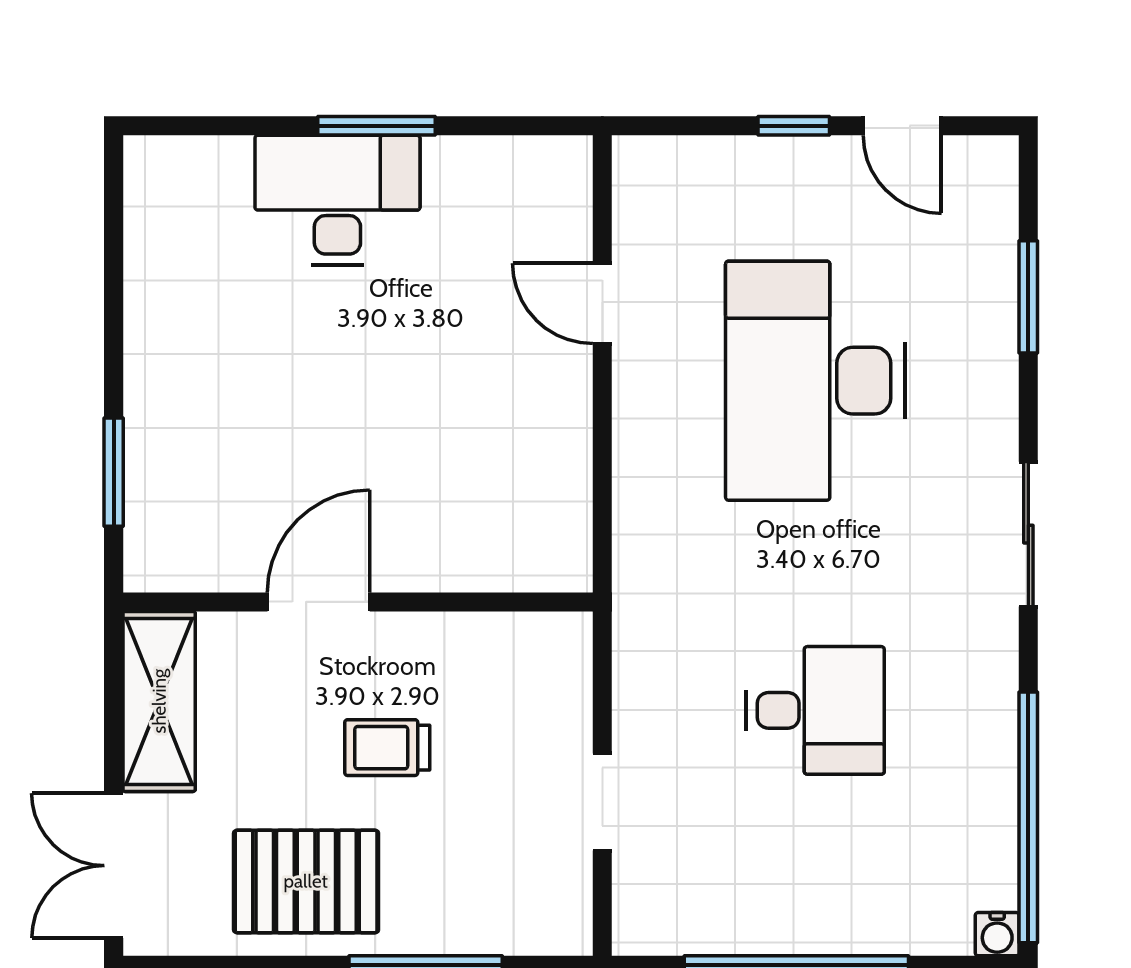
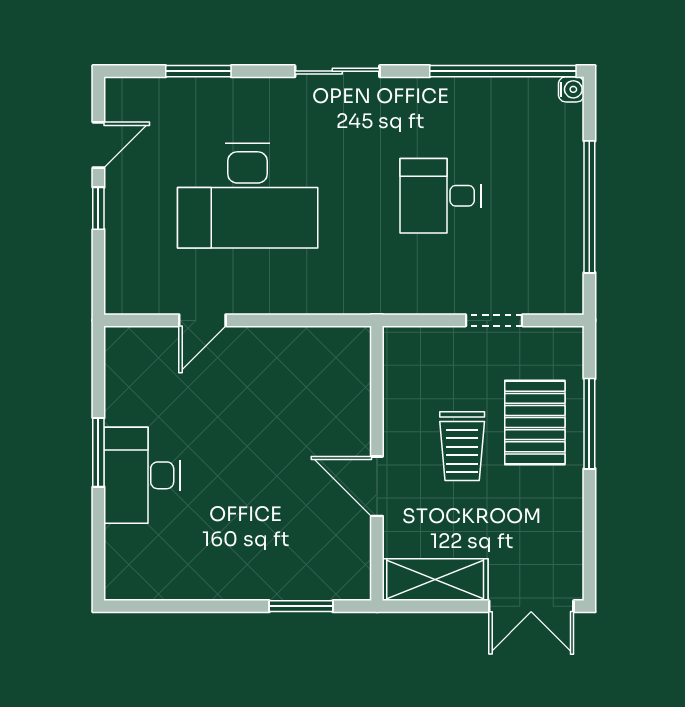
desk: (815, 710) -> (440, 196), turned -90
trolley: (387, 748) -> (462, 446), width x1.36, depth x1.39
pallet: (306, 881) -> (535, 423), moved

